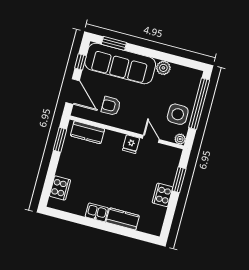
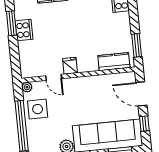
armchair: (111, 106) -> (101, 94), removed
window: (179, 180) -> (11, 23), moved

